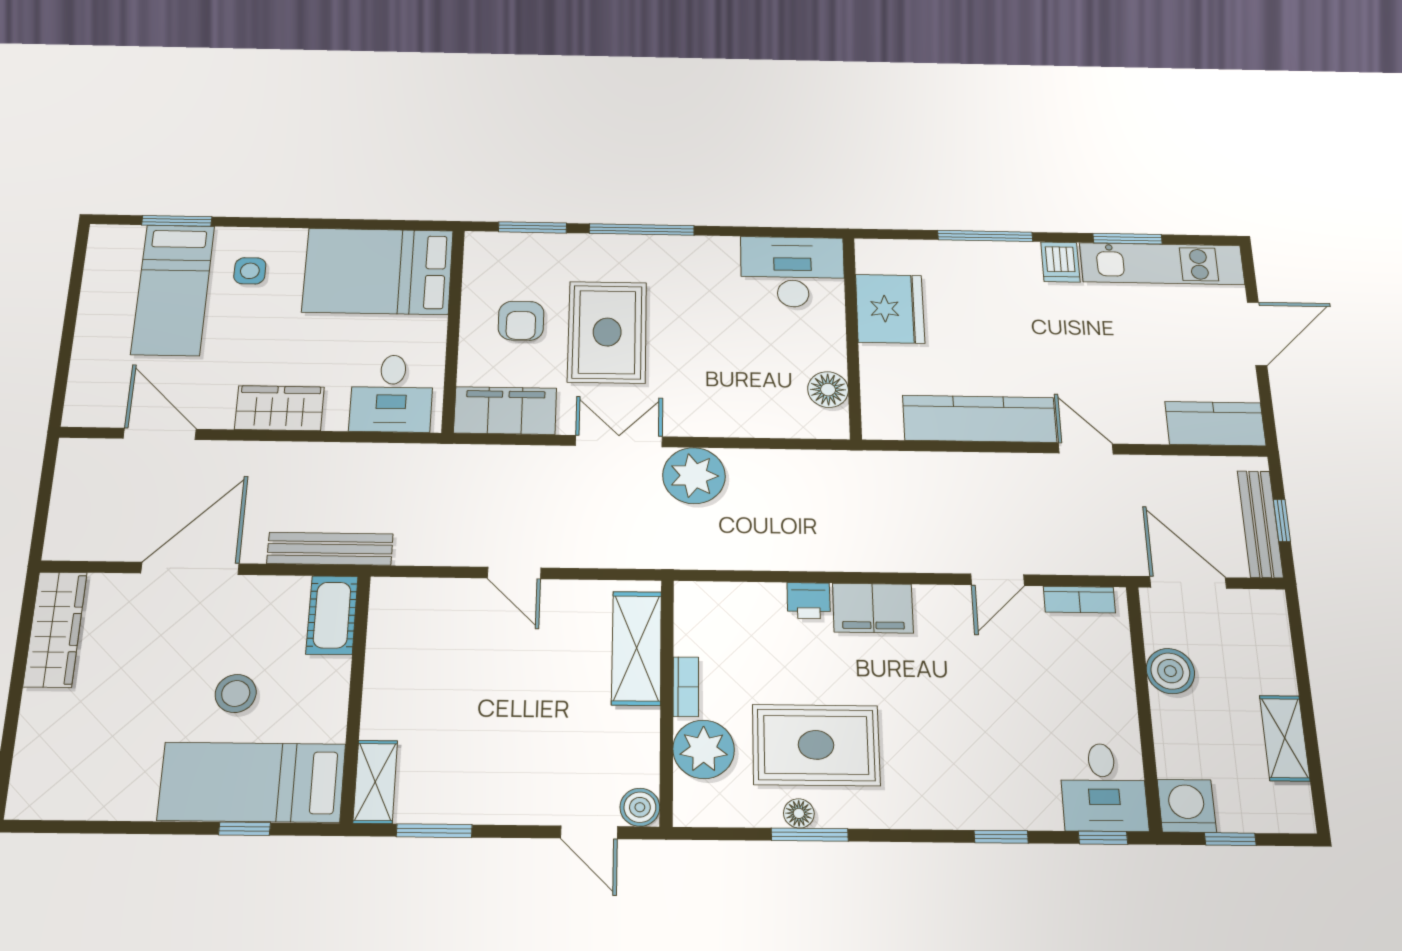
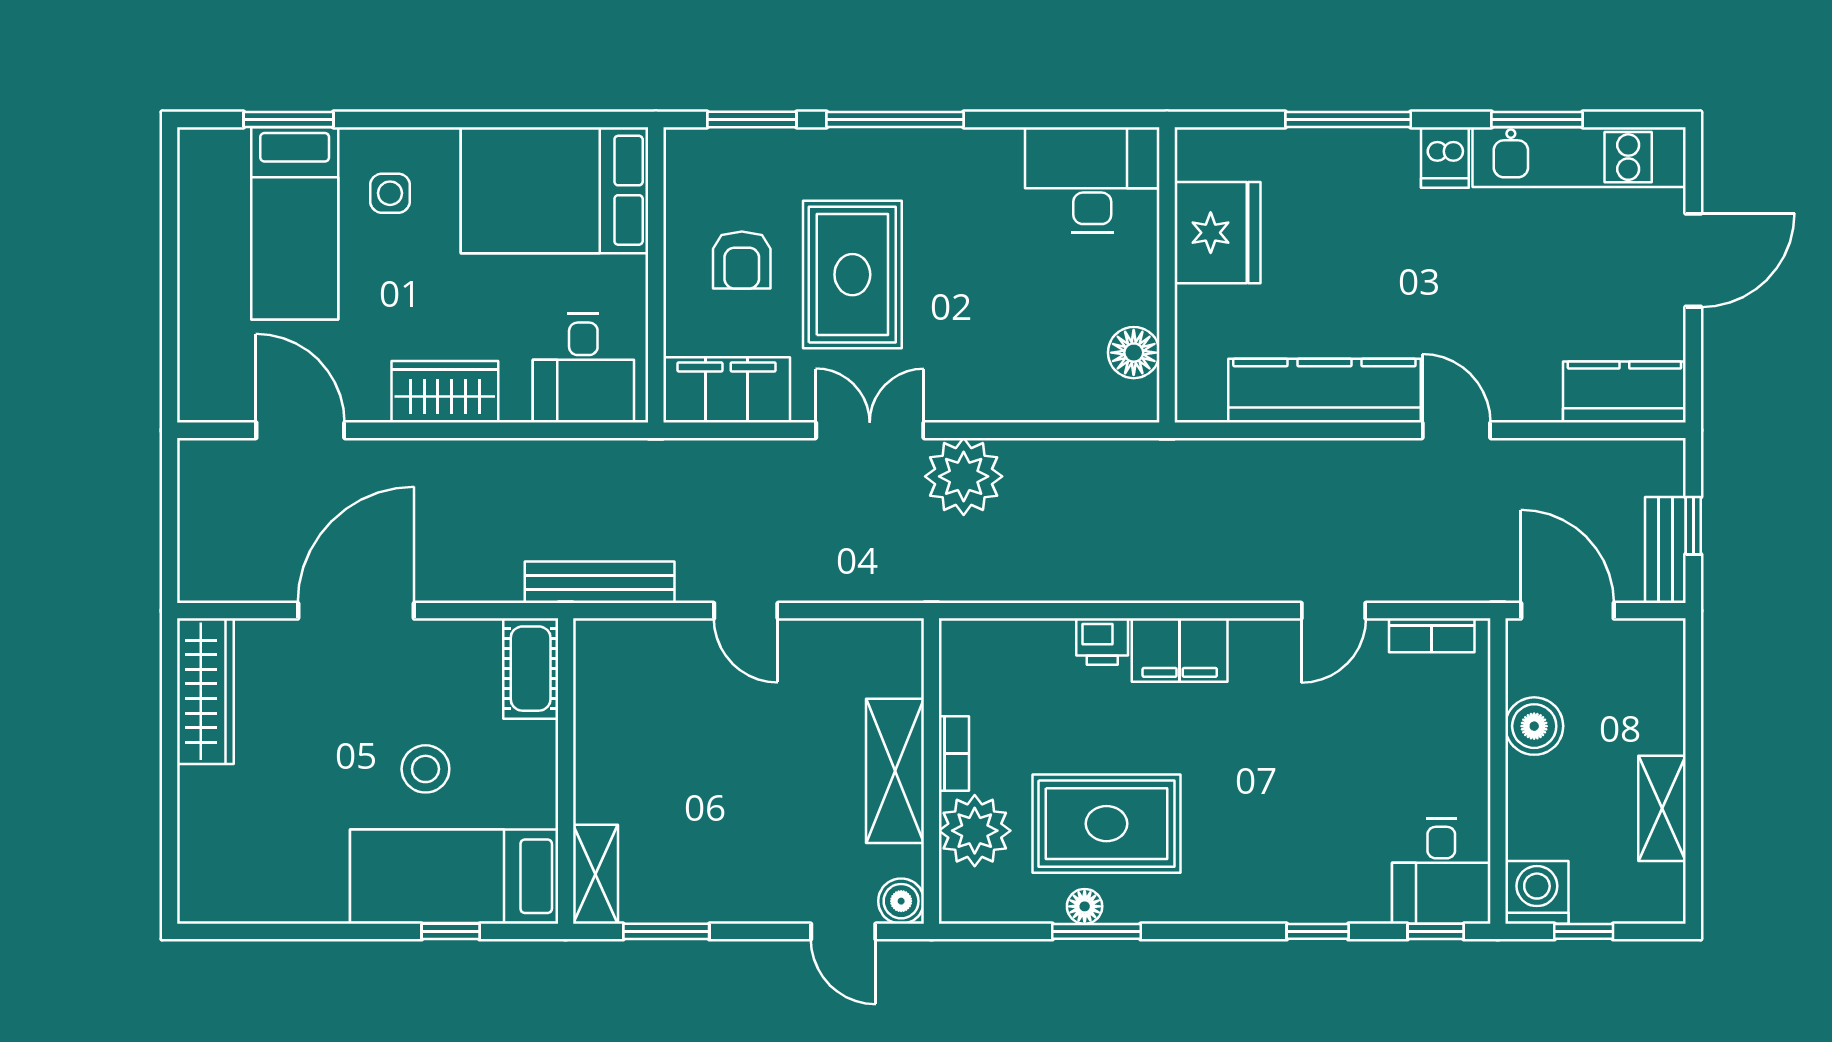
bench: (1260, 524) -> (1665, 550), width x0.73
bench: (330, 549) -> (600, 582), moved
shelving: (637, 648) -> (895, 771), moved

